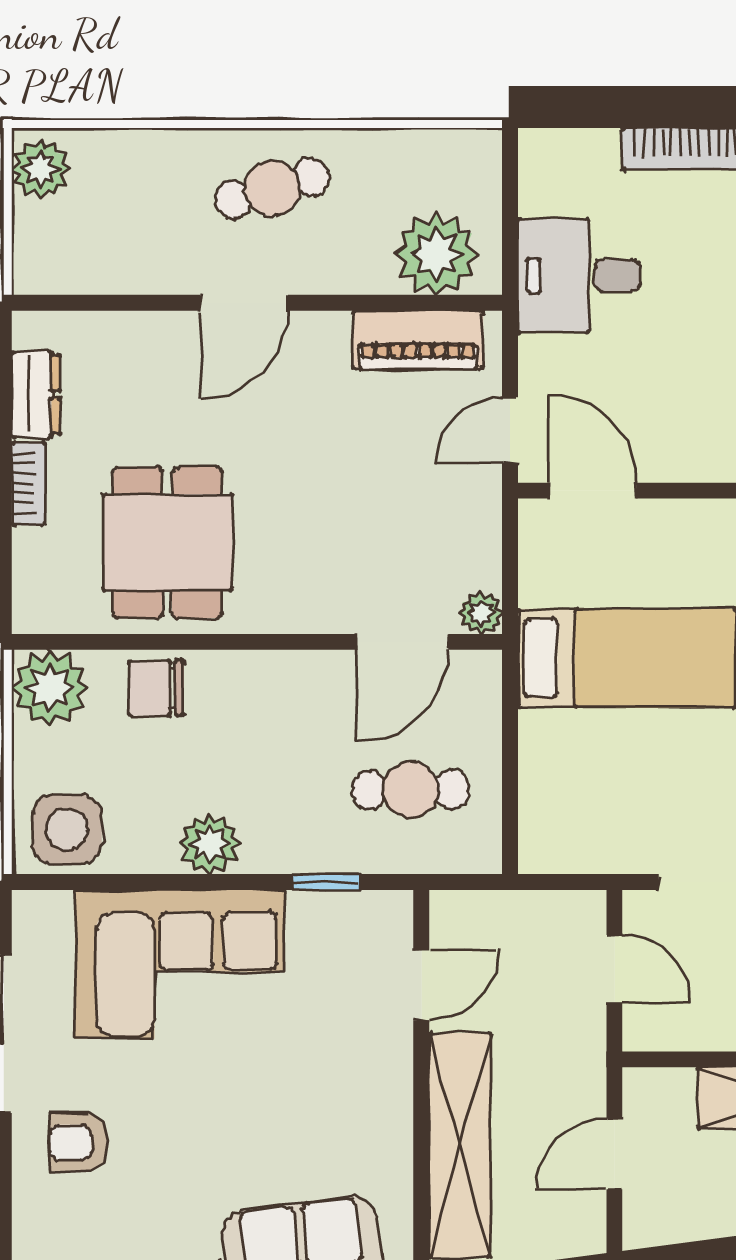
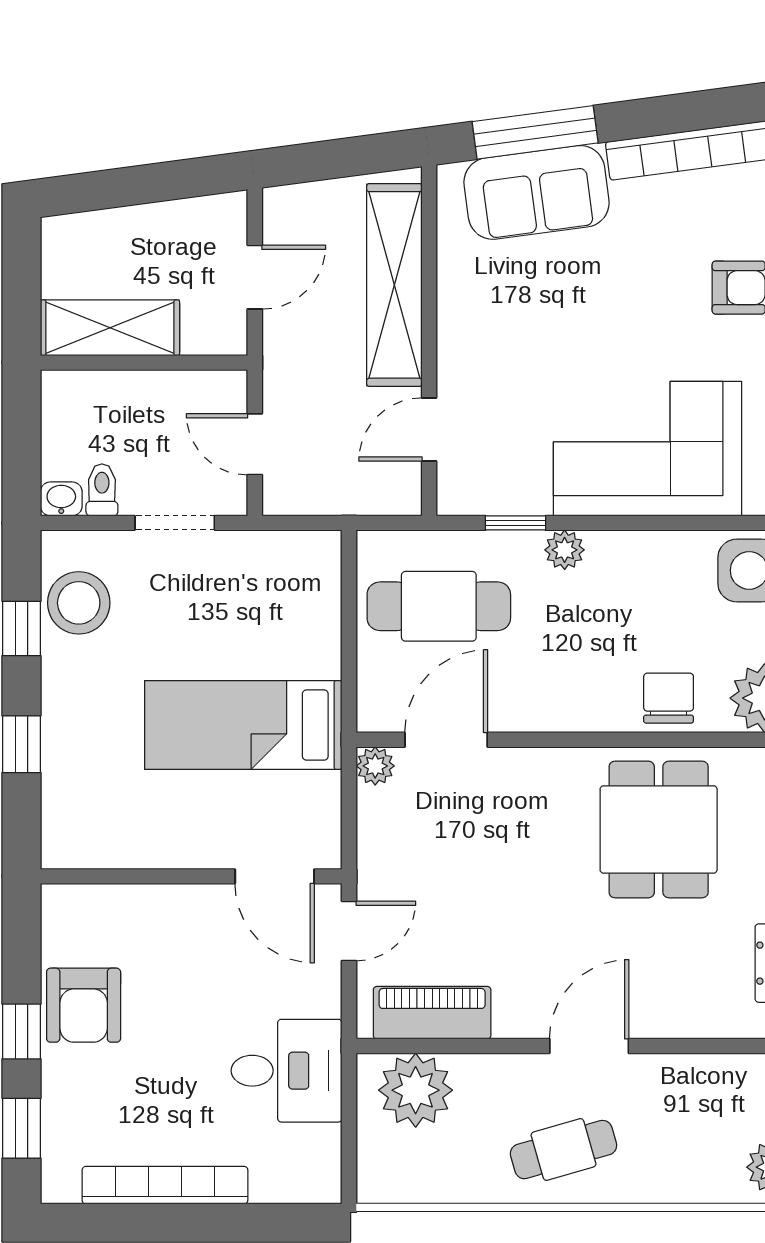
chair: (156, 688) -> (669, 698), turned -90
cafe table: (411, 790) -> (439, 606), width x1.37, depth x1.35
plant: (210, 844) -> (565, 550), moved, width x0.73, depth x0.73

